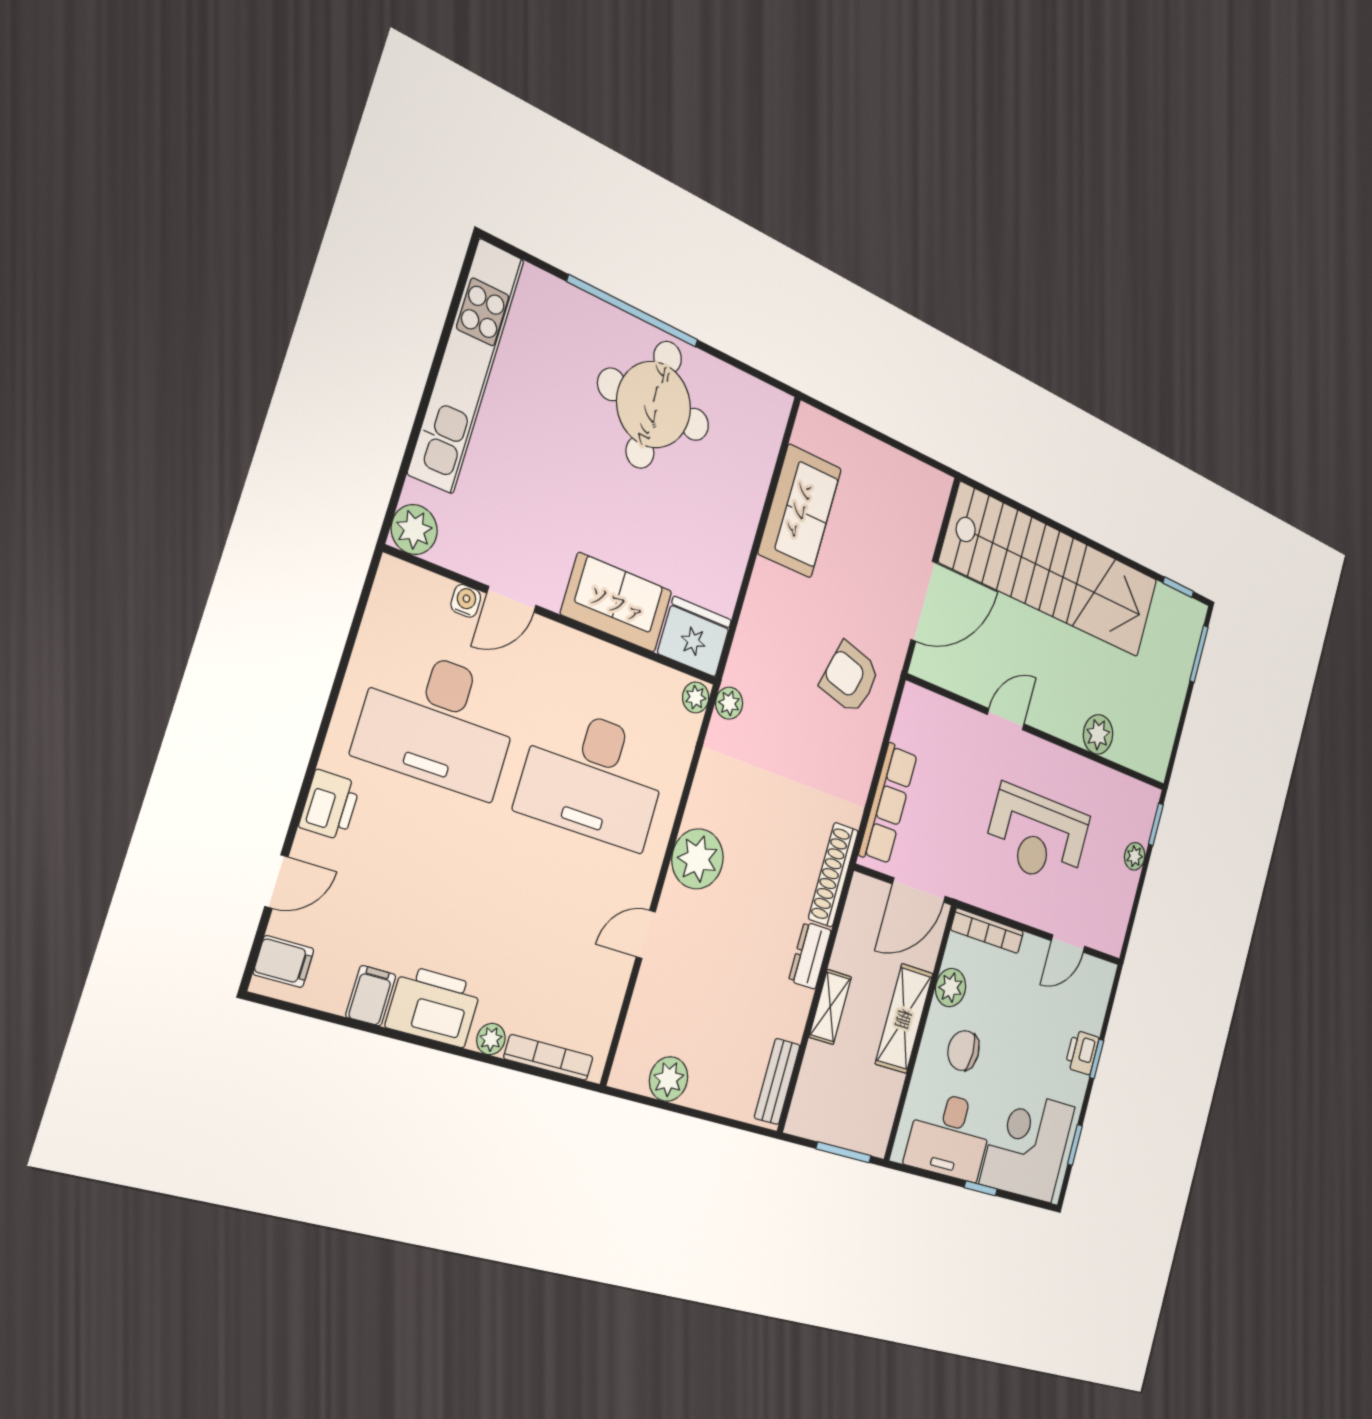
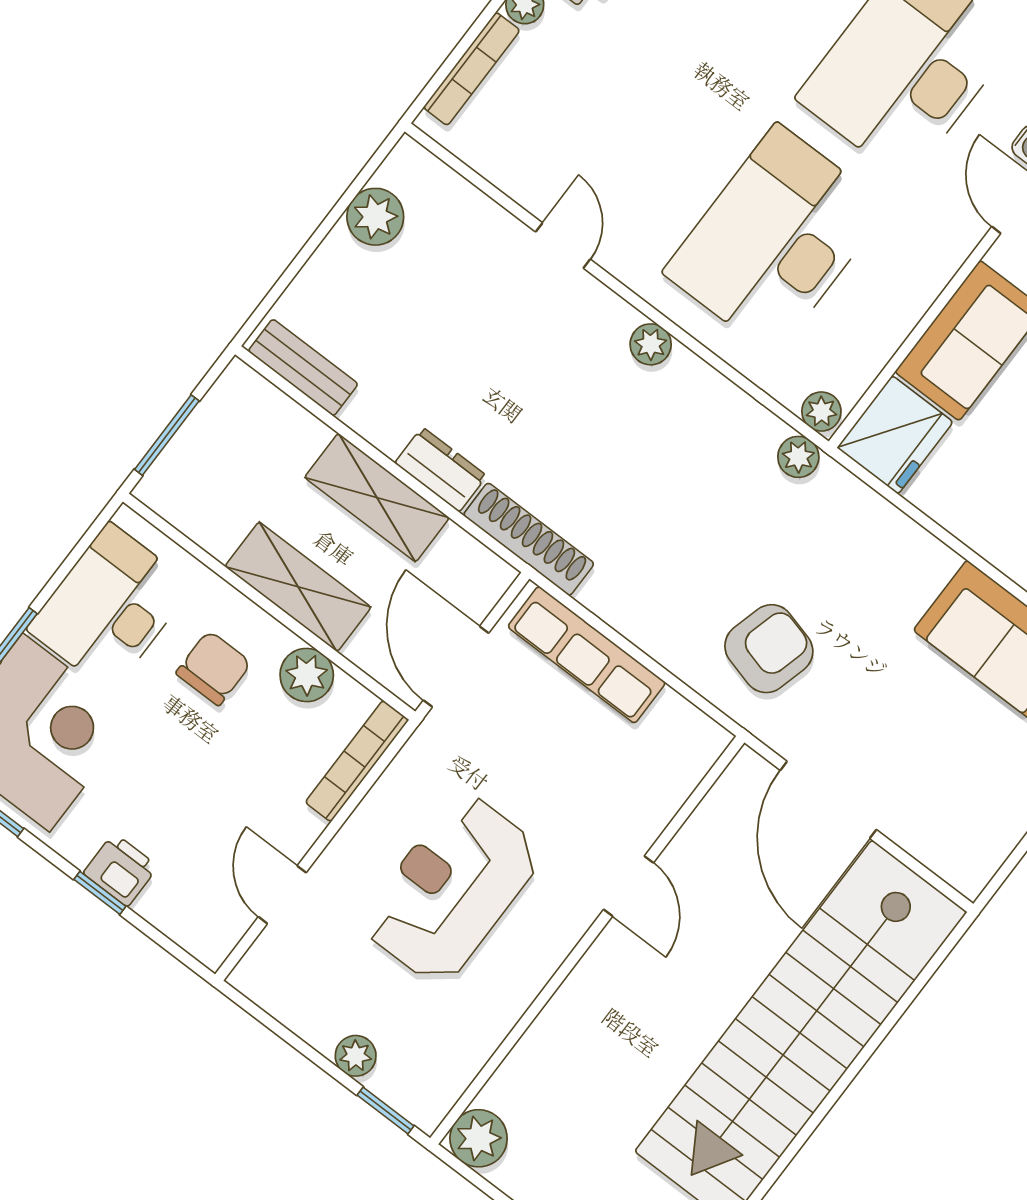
plant: (1098, 734) -> (479, 1138), moved
plant: (698, 859) -> (651, 344), width x0.53, depth x0.53
shelving: (830, 1007) -> (377, 498), width x1.50, depth x1.33

